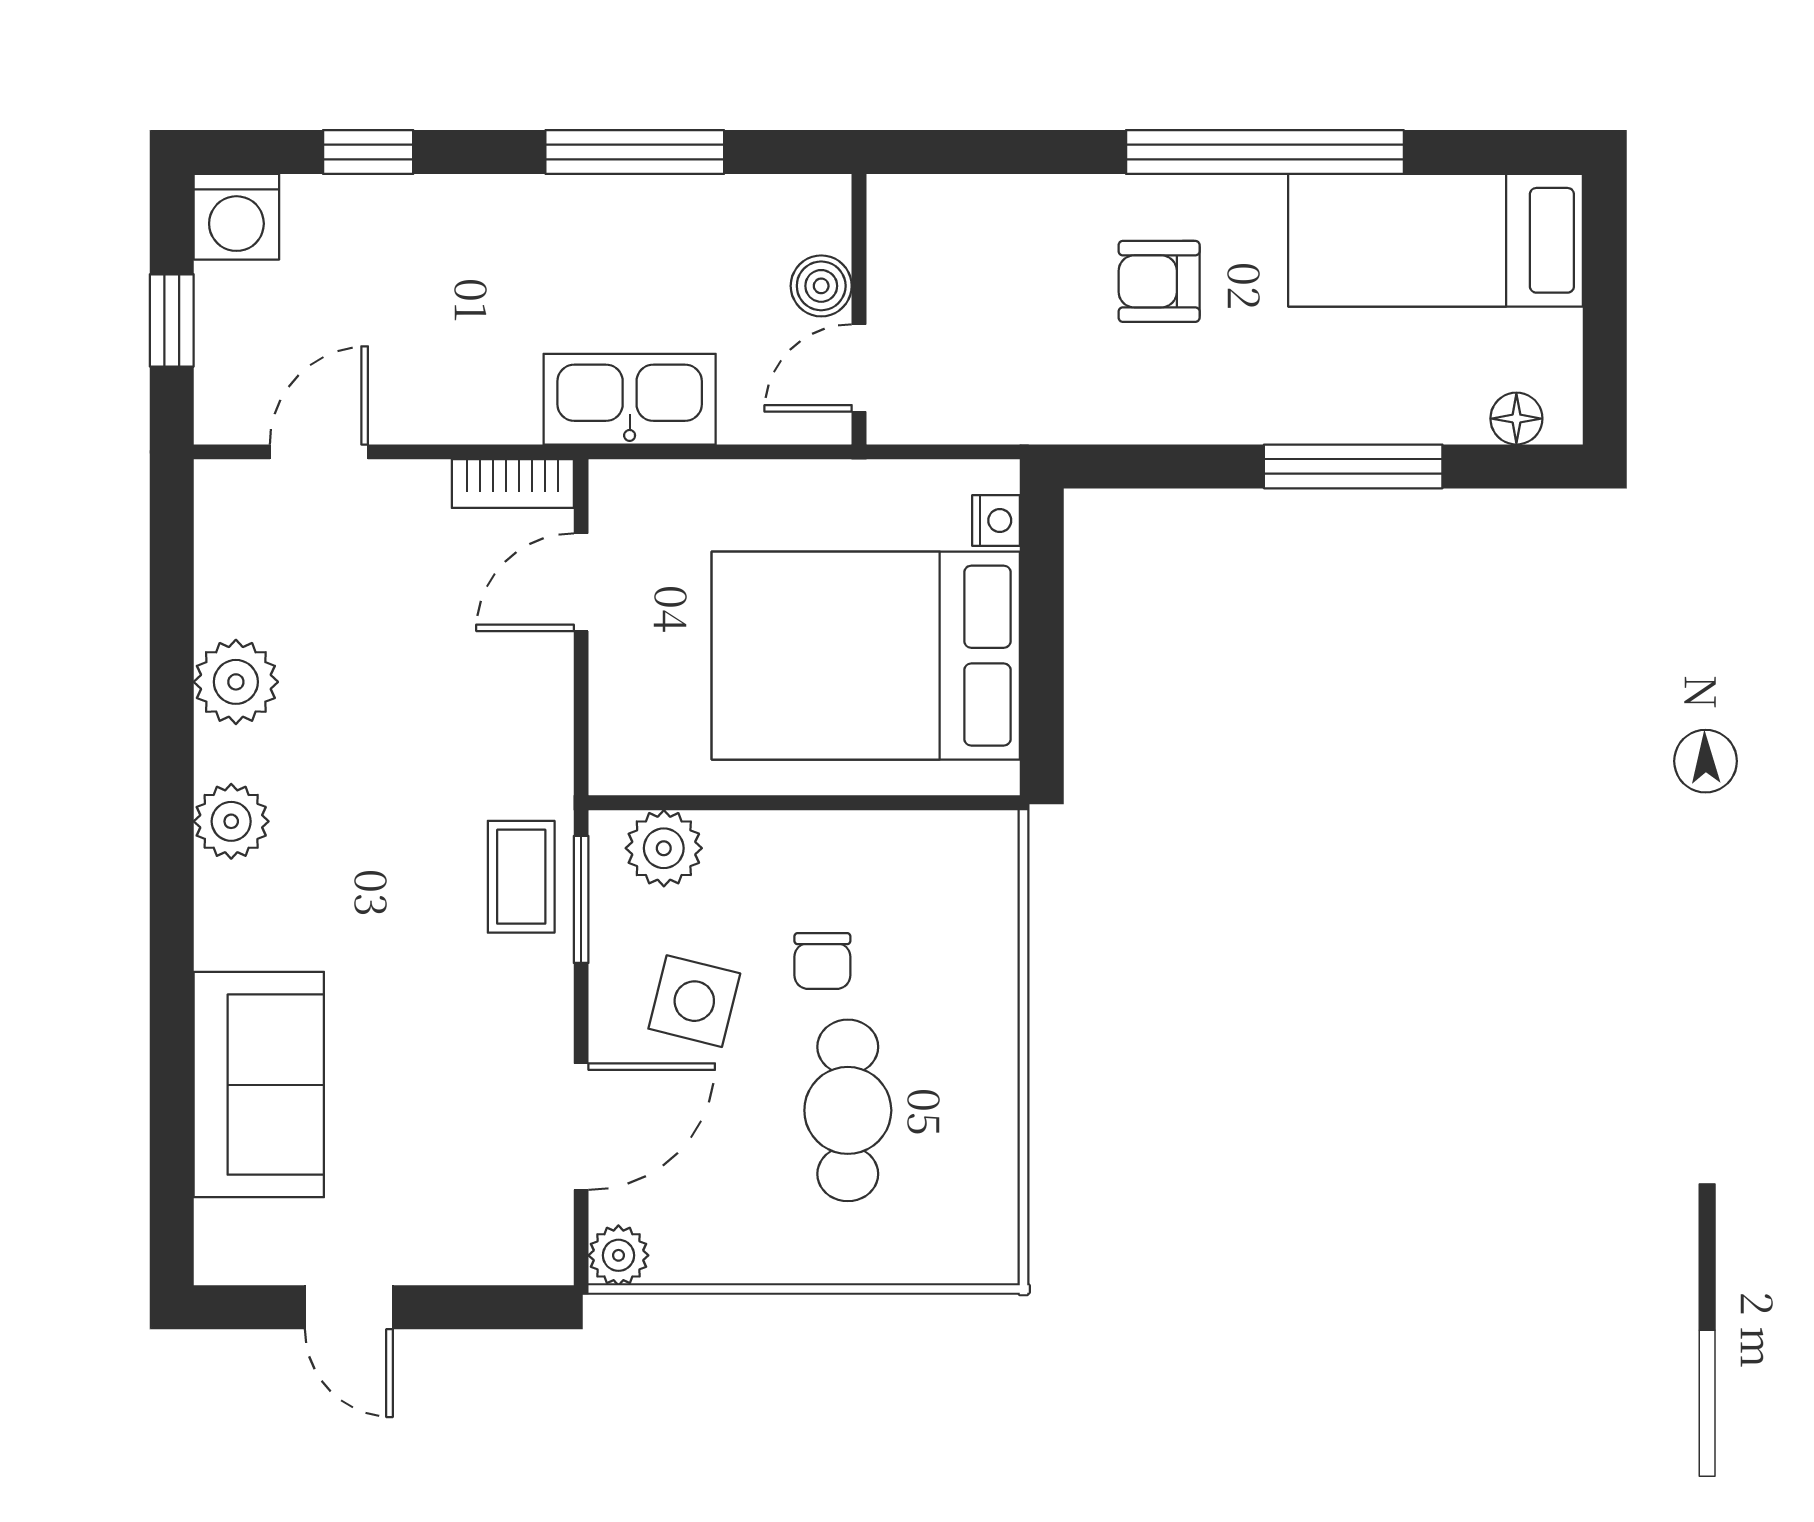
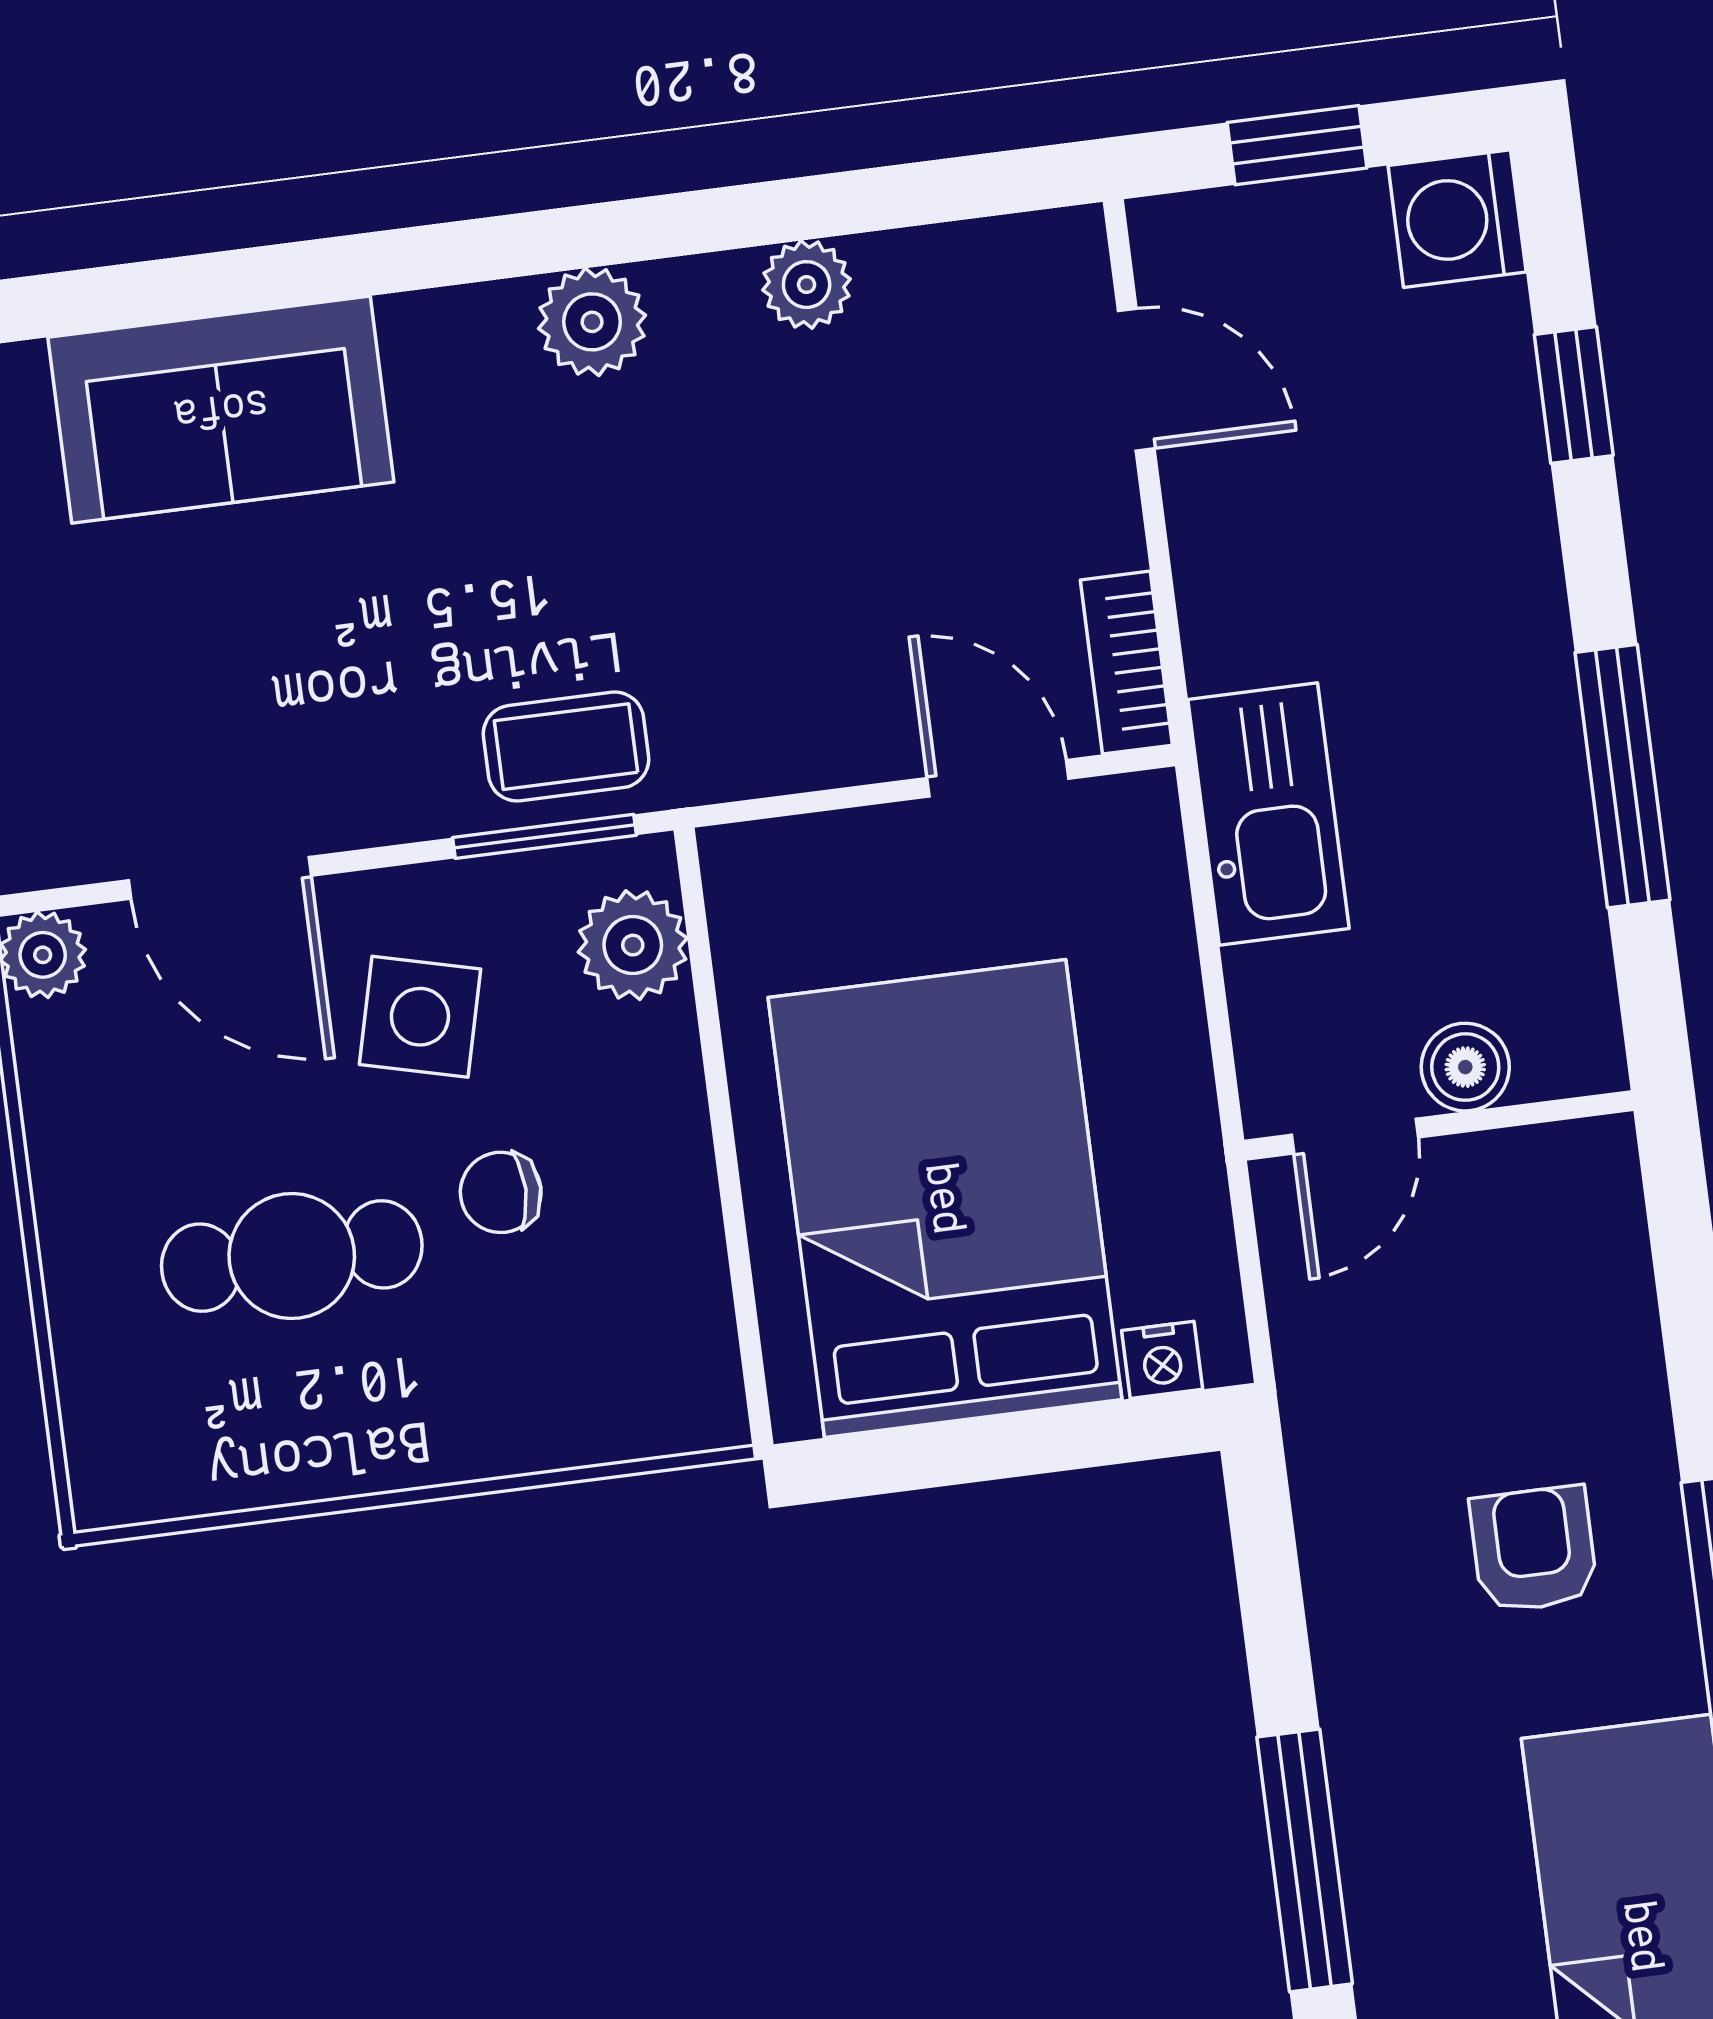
door: (859, 368) -> (1355, 1136), swing flipped
plant: (236, 682) -> (807, 285), width x0.73, depth x0.73

